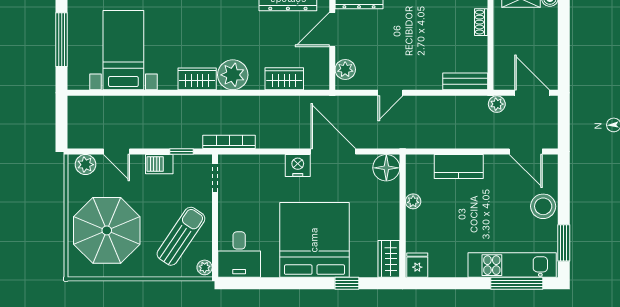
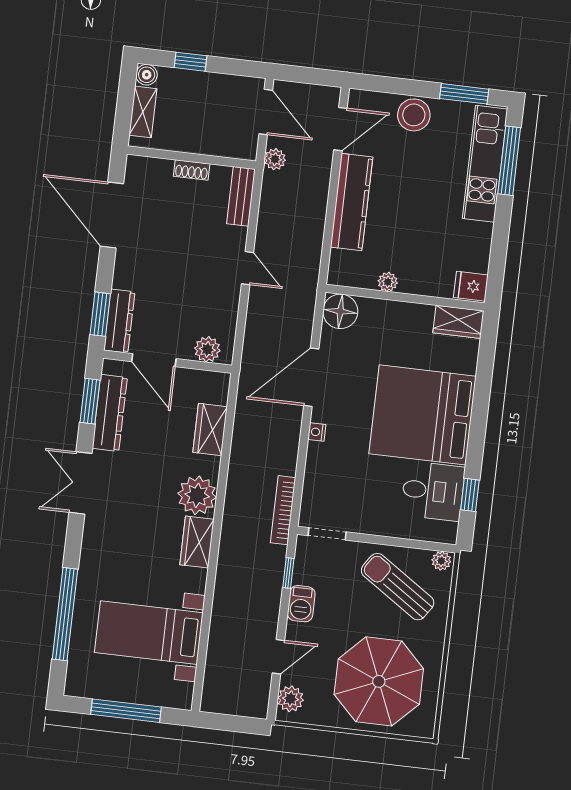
shoe rack: (481, 22) -> (192, 170), moved
window: (564, 31) -> (190, 62), added
door: (390, 93) -> (247, 268), moved
door: (532, 93) -> (266, 112), swing flipped
nightstand: (298, 165) -> (317, 432), width x0.53, depth x0.56
kitchen counter: (459, 167) -> (352, 202), width x1.50
desk: (239, 255) -> (433, 491), moved
window: (347, 283) -> (470, 495), moved

